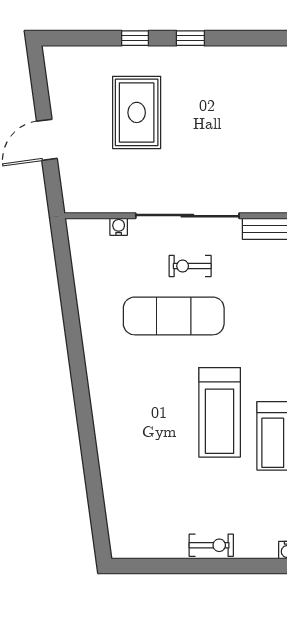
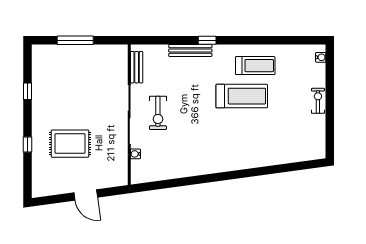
window: (190, 38) -> (27, 91), moved
exercise bike: (190, 266) -> (158, 113), width x1.38, depth x1.39
exercise mat: (174, 316) -> (187, 122), removed

